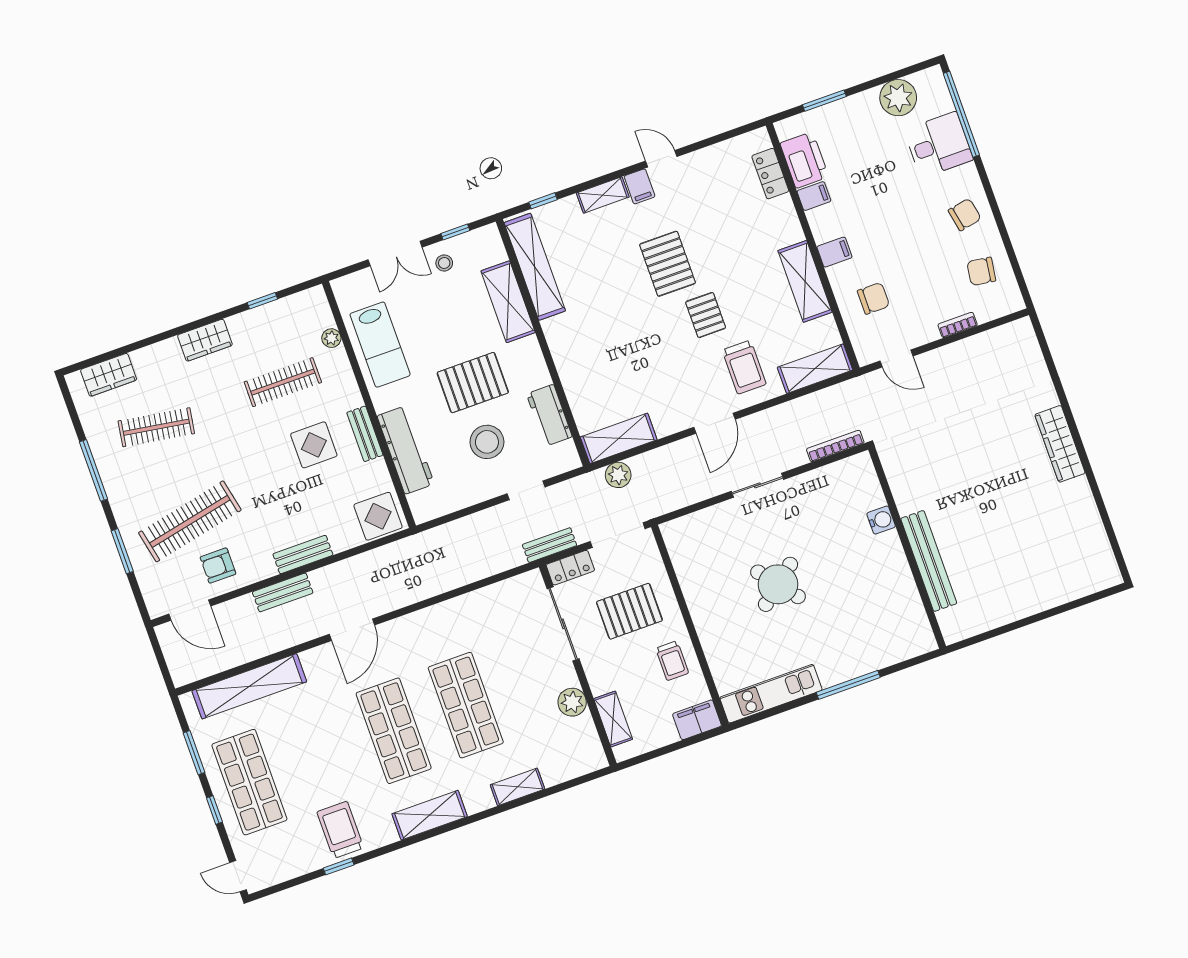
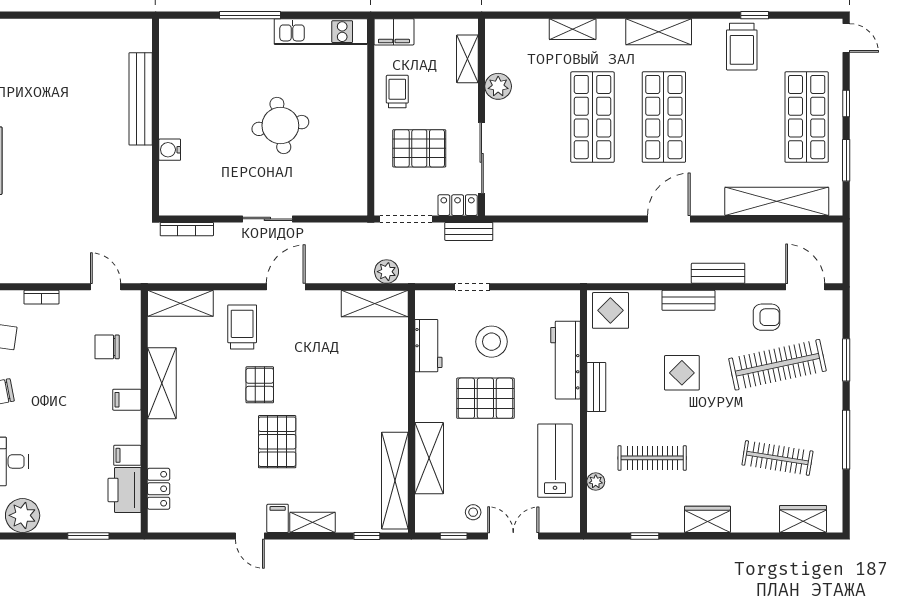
display table: (314, 445) -> (682, 373), moved
round table: (778, 584) -> (280, 125), turned 30

